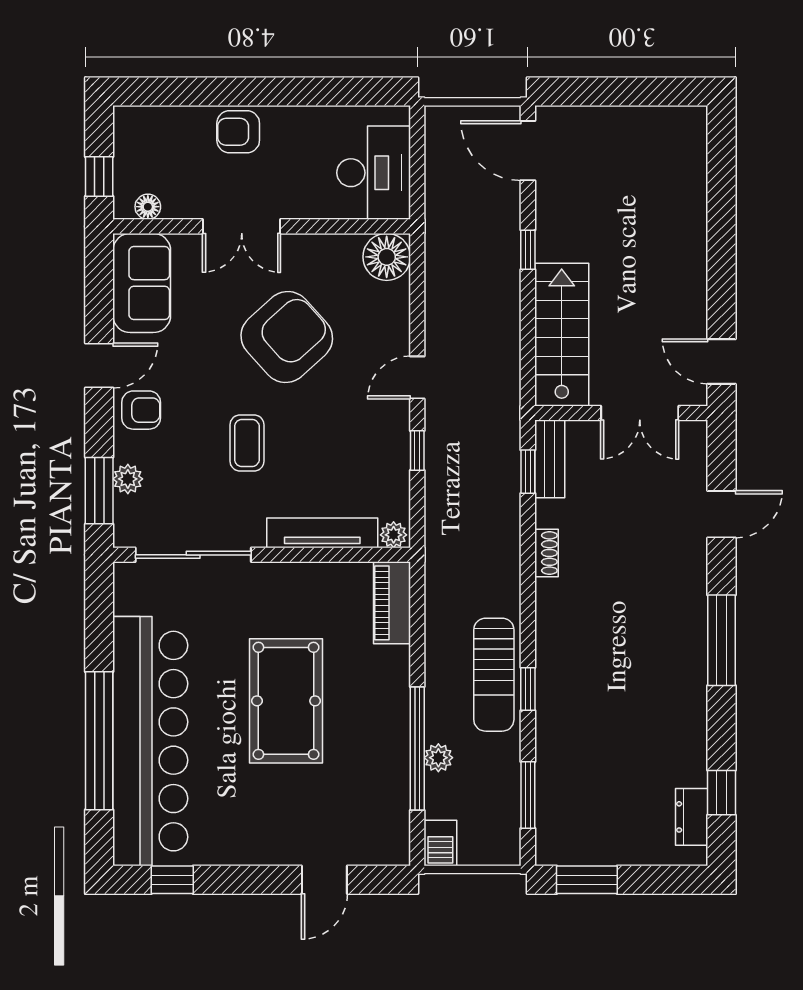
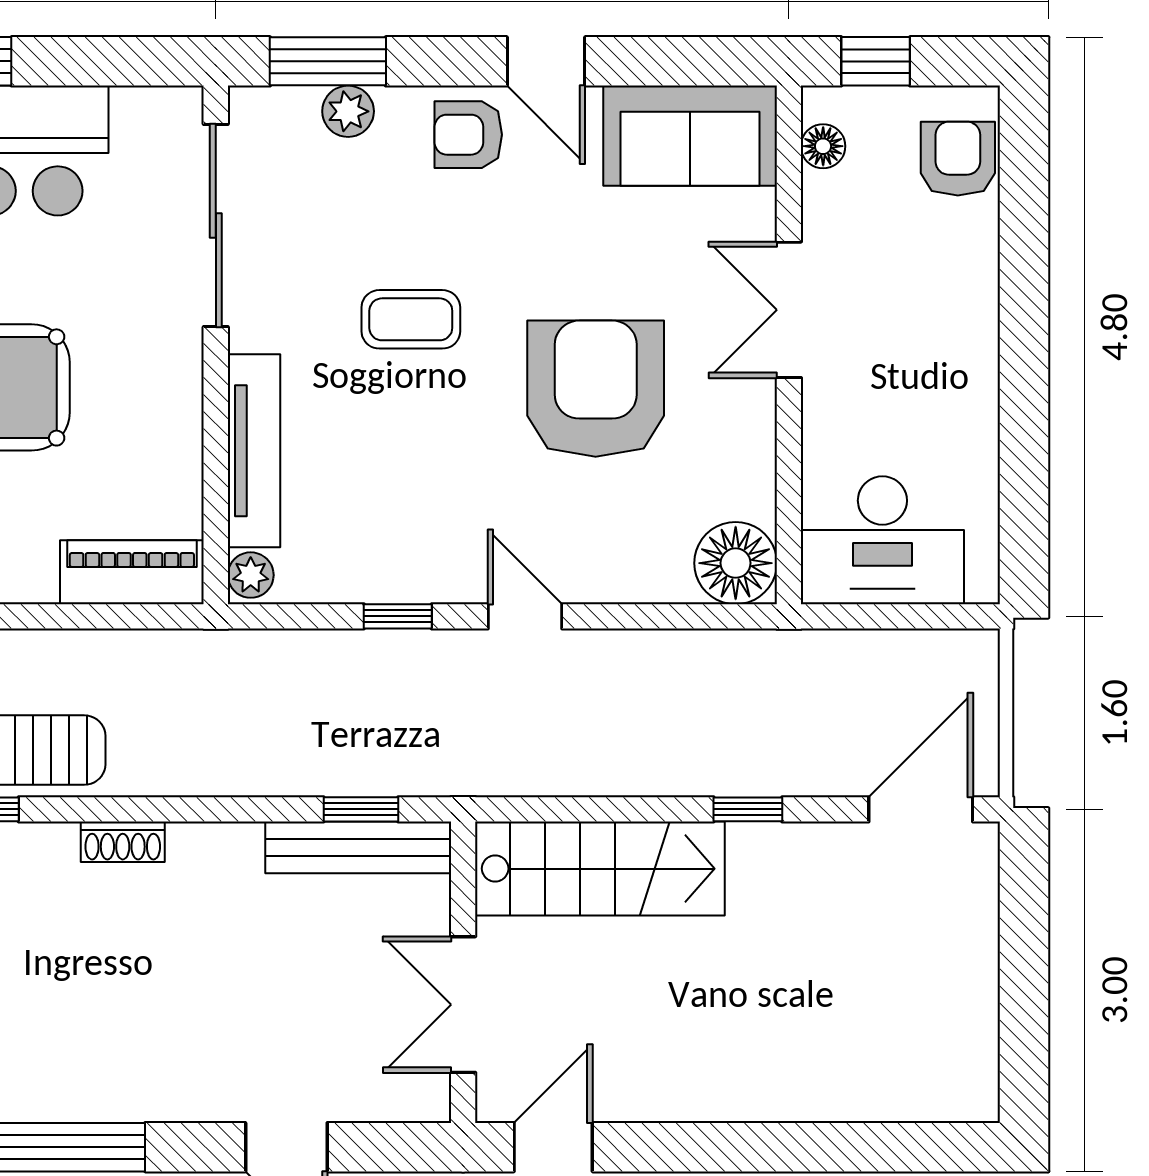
armchair: (238, 132) -> (958, 159), moved
armchair: (287, 337) -> (596, 389), turned -138
armchair: (141, 410) -> (468, 135), turned 90
bench: (550, 459) -> (358, 847), width x1.36
shoe rack: (546, 553) -> (123, 842), moved

